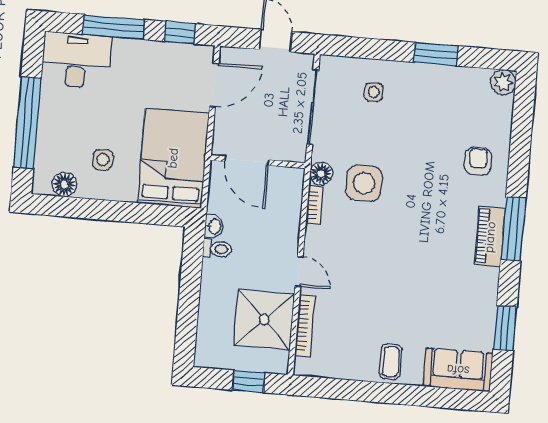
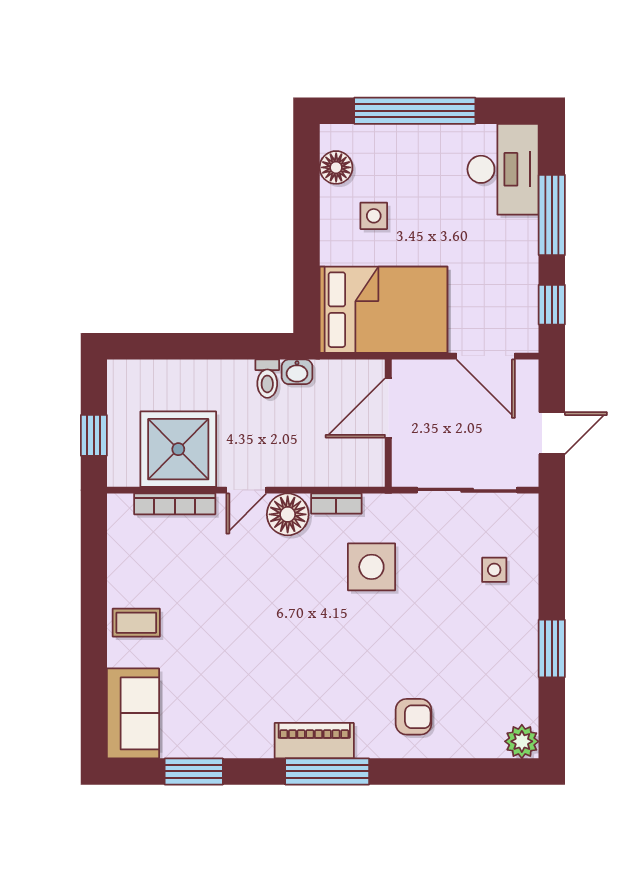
floor lamp: (321, 174) -> (288, 514), moved, width x1.38, depth x1.38

